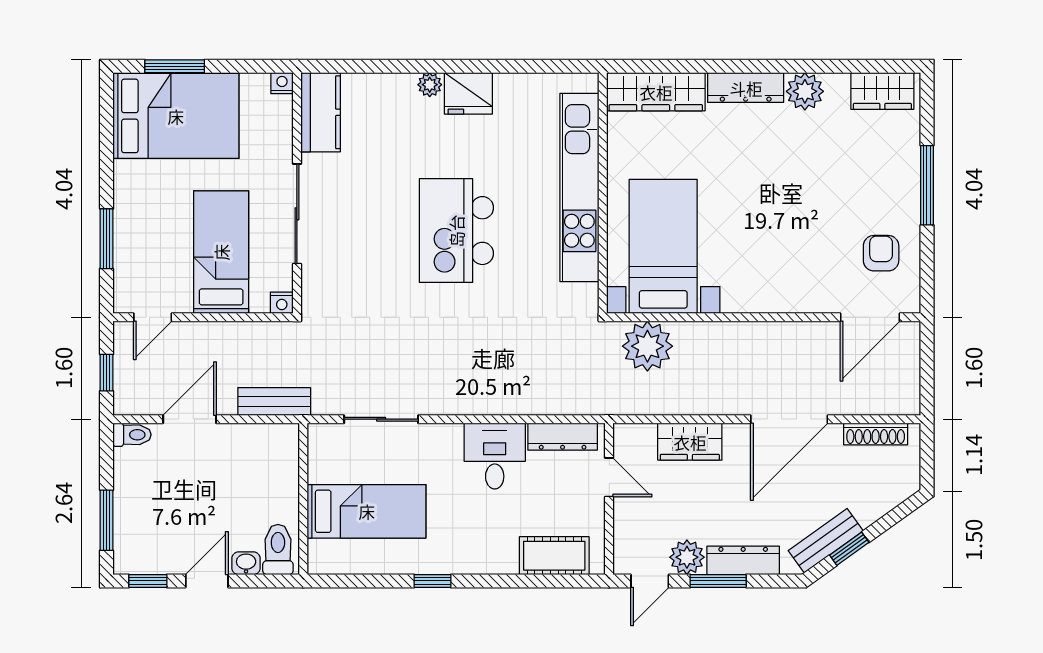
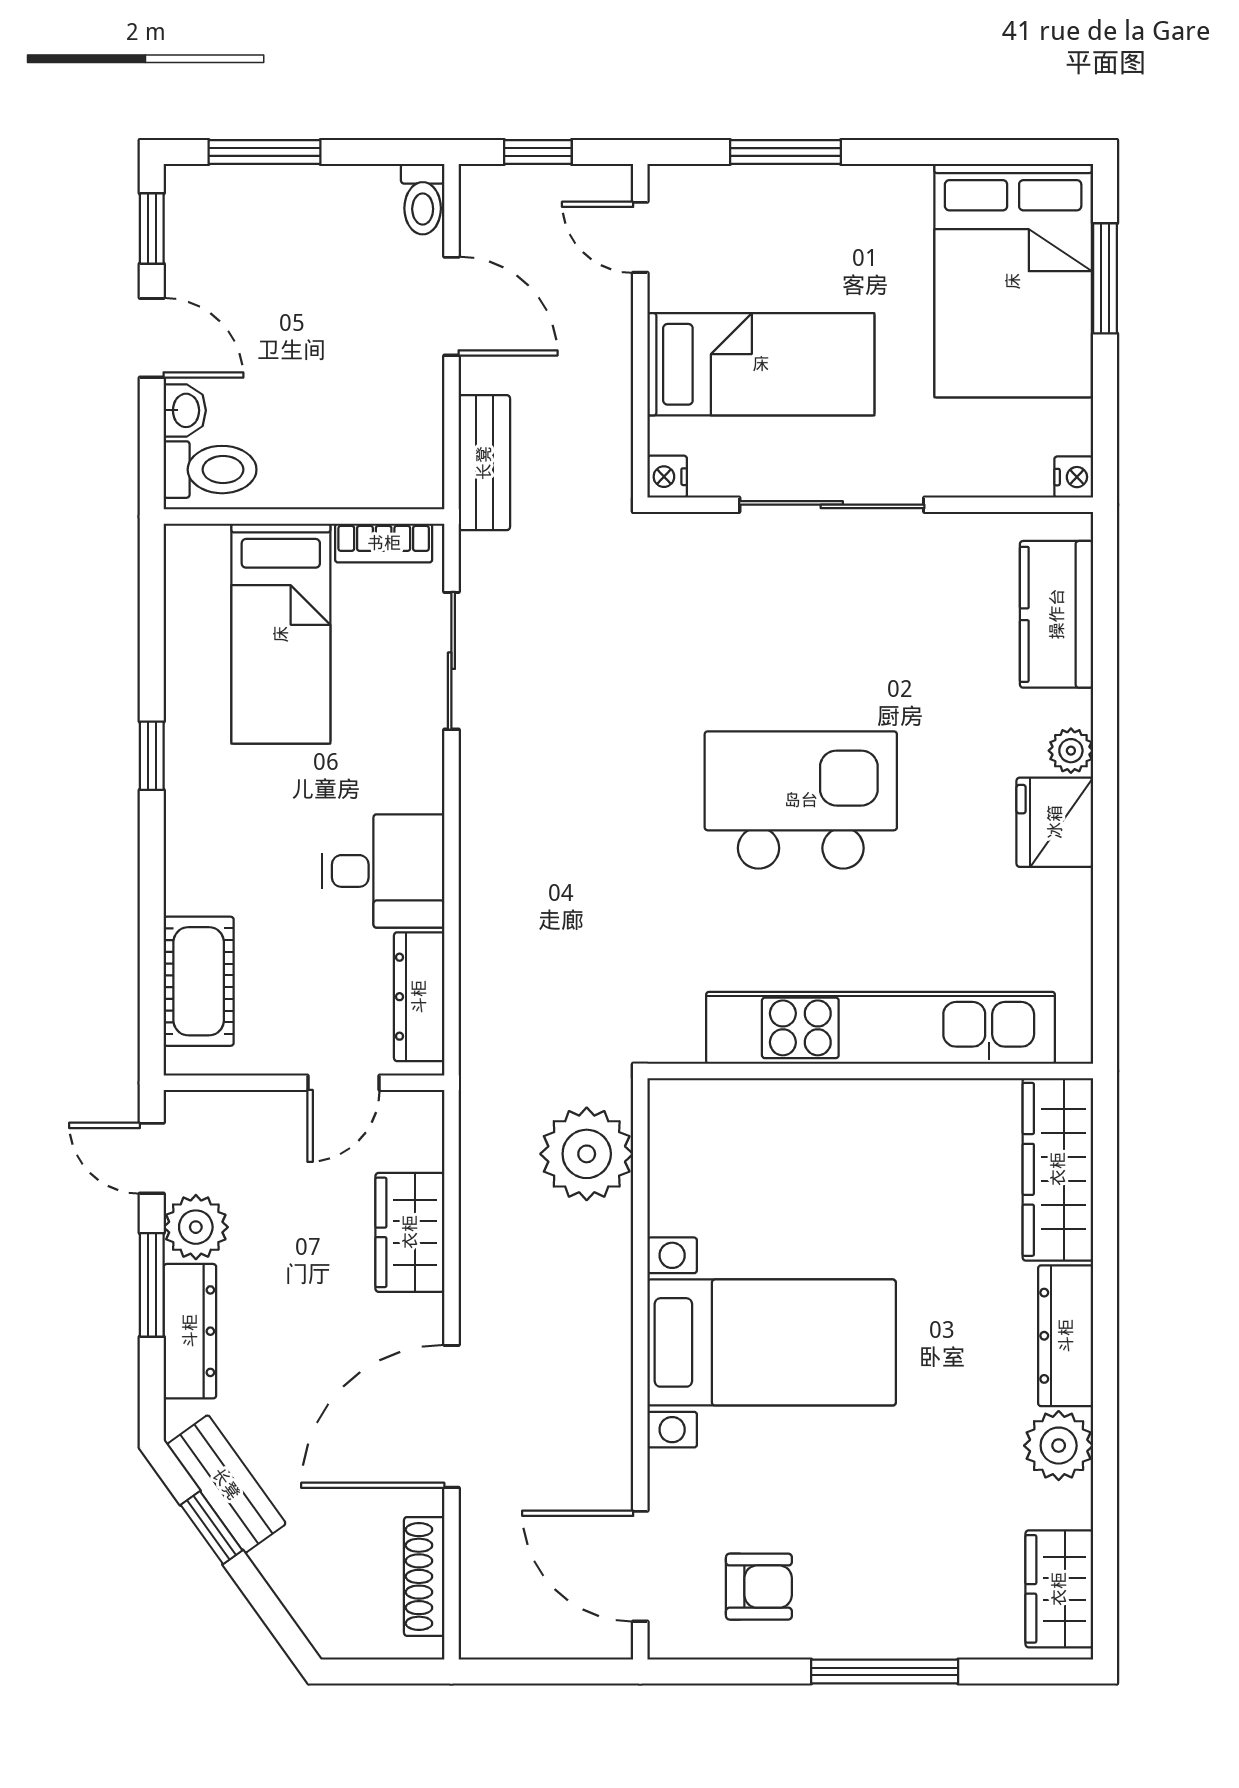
kitchen counter: (321, 112) -> (1057, 614), moved, turned 90
bed with nightstands: (663, 246) -> (772, 1342), moved
door: (789, 419) -> (451, 1416), hinge flipped
bookcase: (318, 456) -> (384, 543), added

